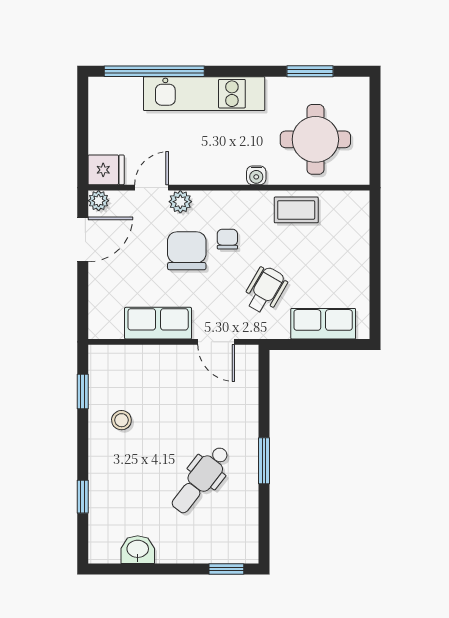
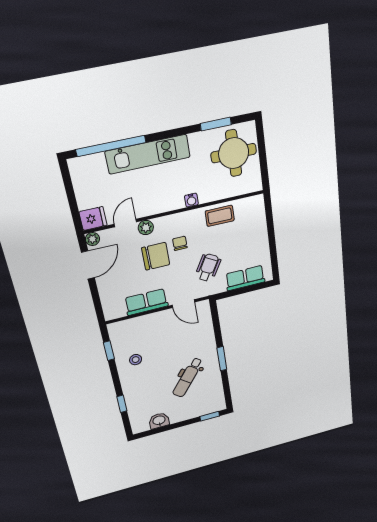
round table: (315, 139) -> (234, 153), moved
chair: (187, 251) -> (156, 256), turned 90

